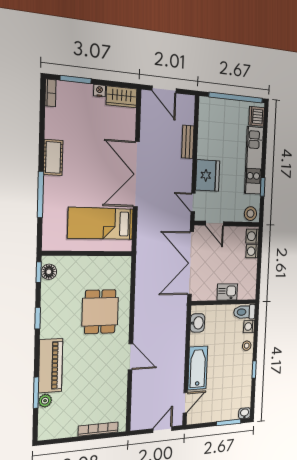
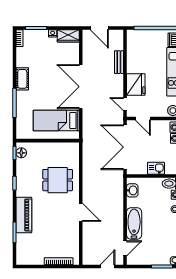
dining table: (100, 312) -> (58, 180), turned 90
plant: (45, 401) -> (21, 238), removed

